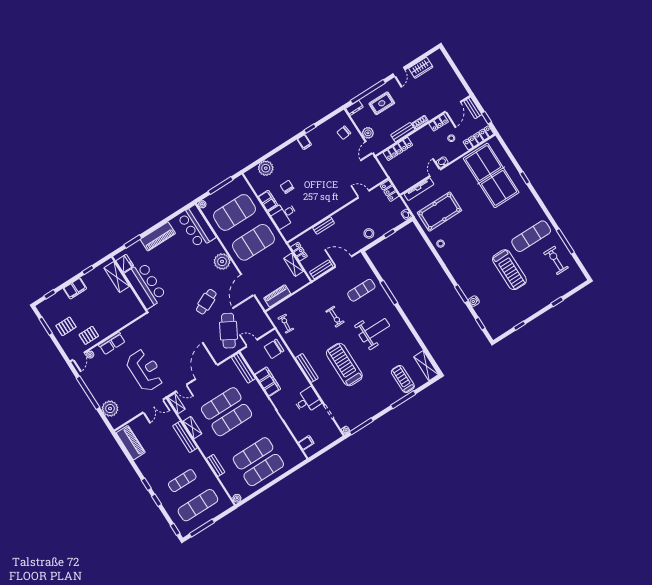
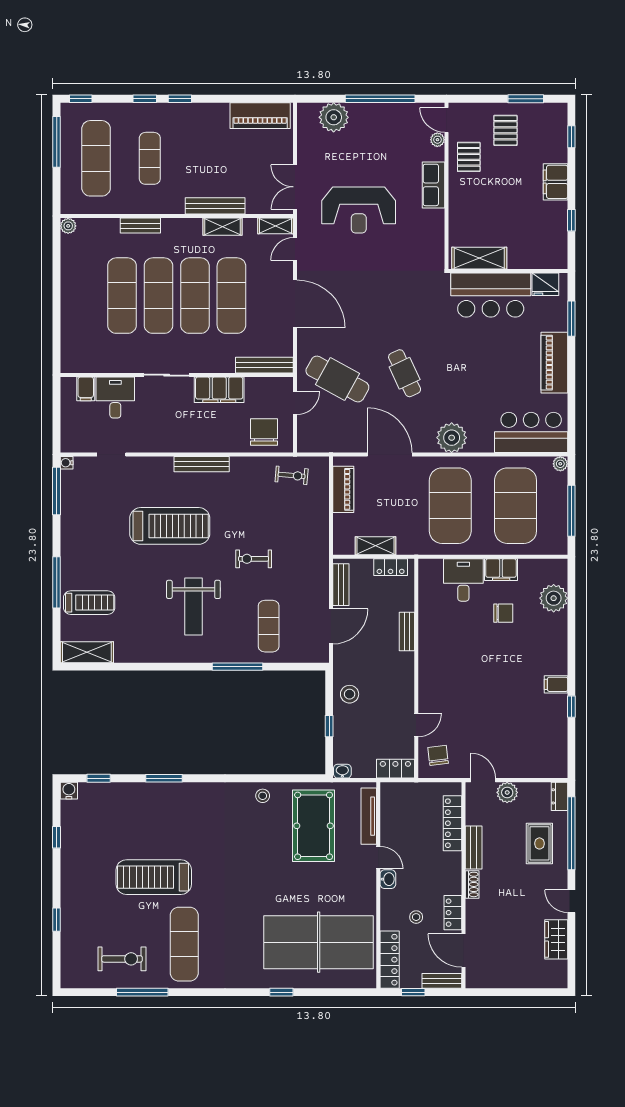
chair: (344, 133) -> (438, 755), moved
shelving: (117, 277) -> (479, 258), moved
water cooler: (474, 301) -> (69, 791), moved
desk: (307, 401) -> (115, 398), moved, turned 180
exercise mat: (264, 470) -> (158, 296), moved

